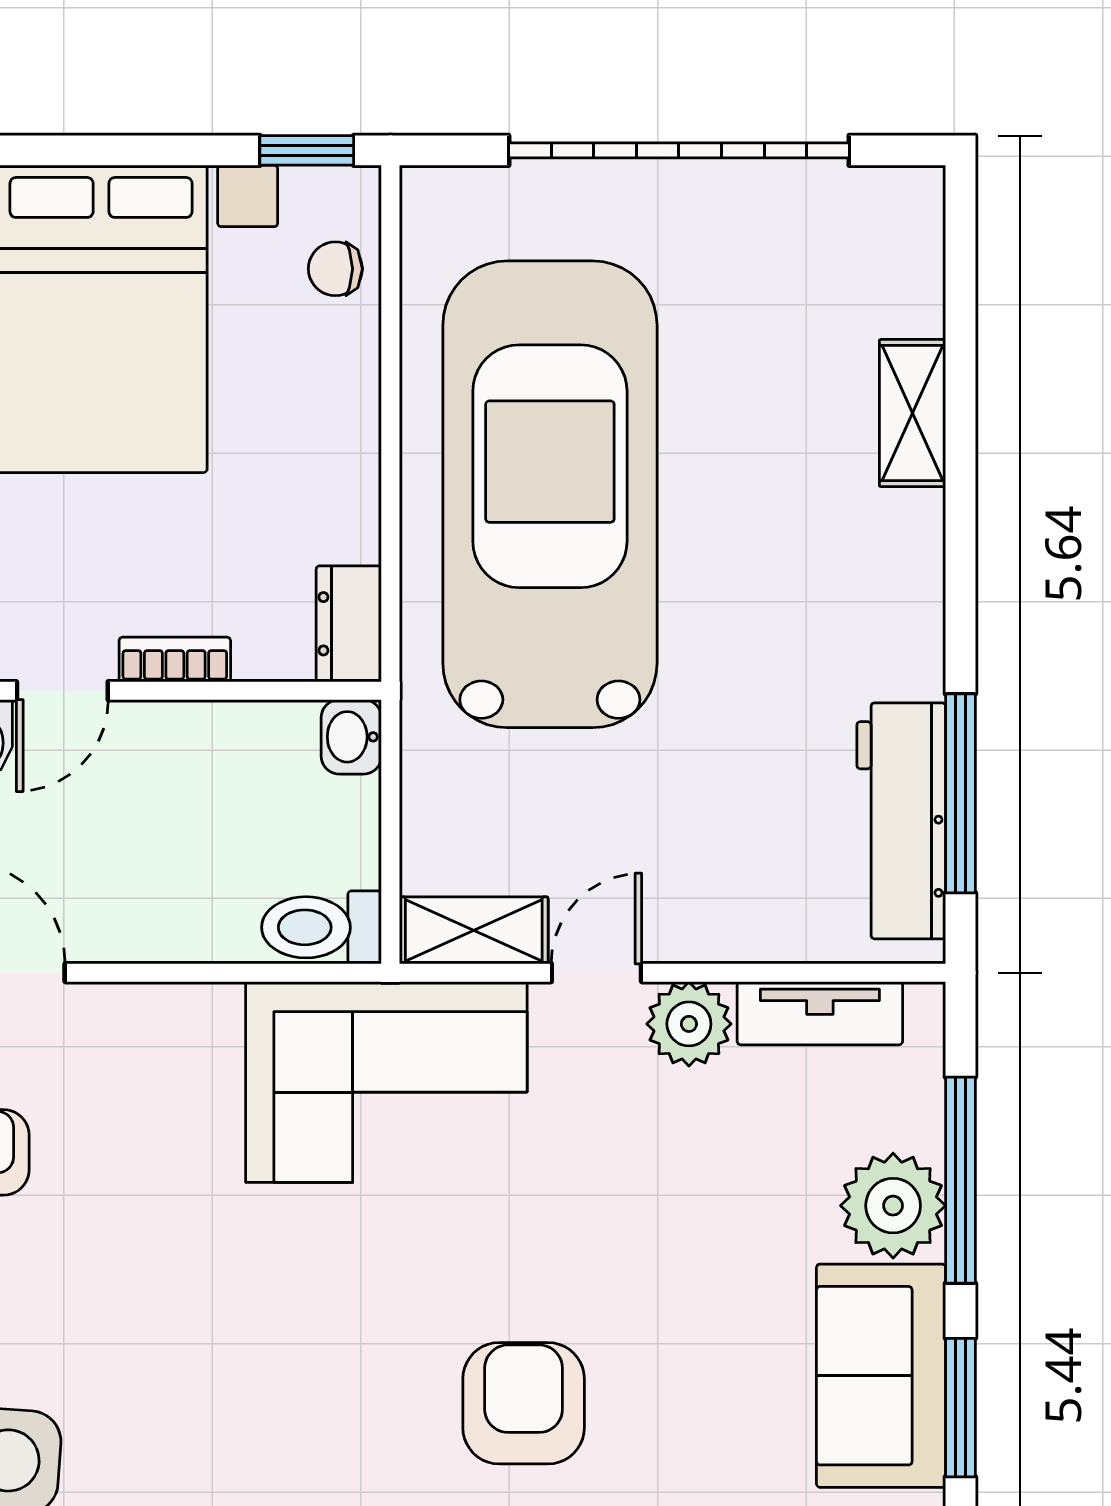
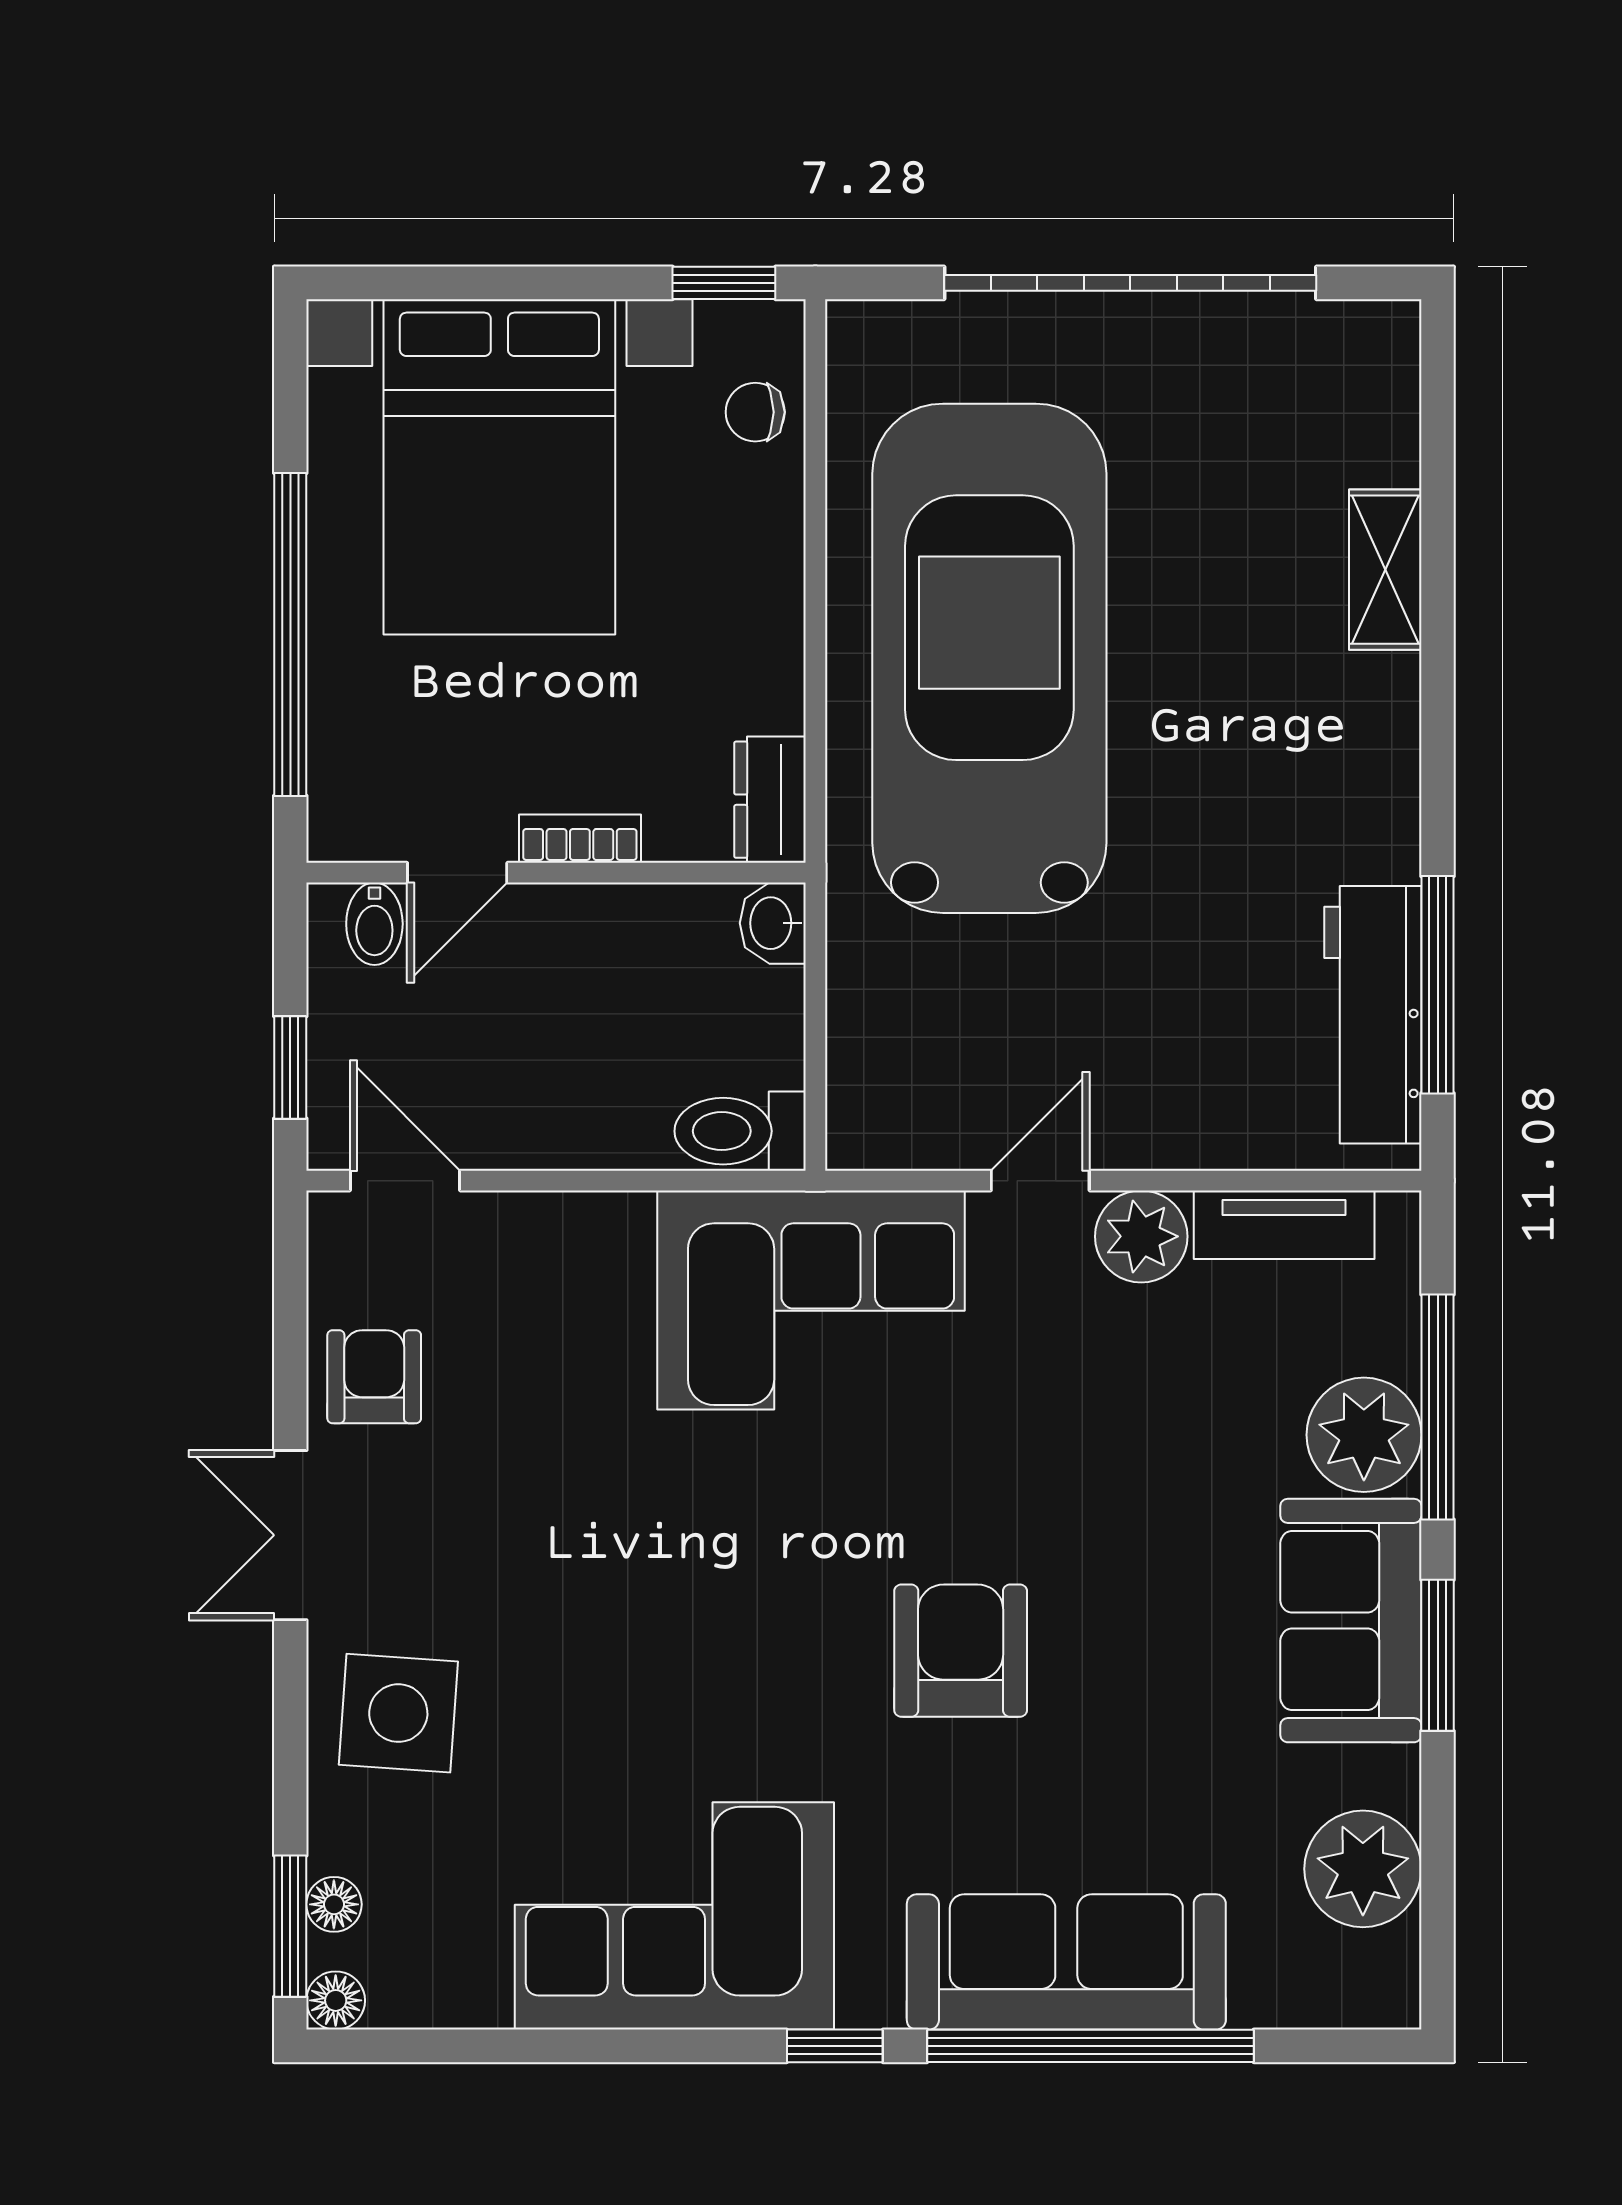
shelving: (474, 930) -> (906, 1134), removed

